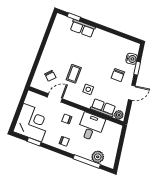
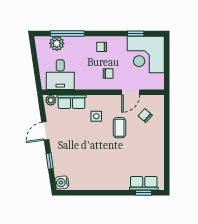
row of seats: (83, 28) -> (144, 183), moved
water cooler: (132, 59) -> (62, 182), moved
chair: (118, 75) -> (69, 145), removed
desk: (91, 127) -> (60, 75), moved

